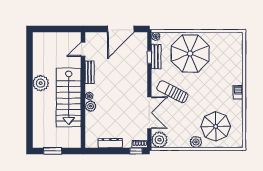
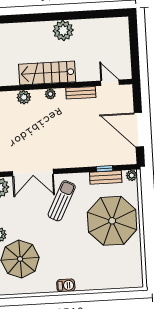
stairs: (69, 97) -> (47, 73), width x0.73, depth x0.66
plant: (91, 106) -> (24, 97), moved

